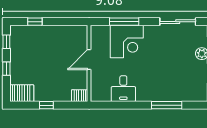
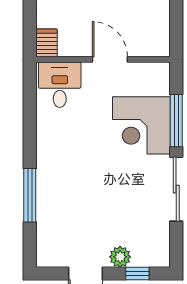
sliding door: (178, 22) -> (176, 189), moved
desk: (123, 89) -> (60, 85), moved, turned 90

